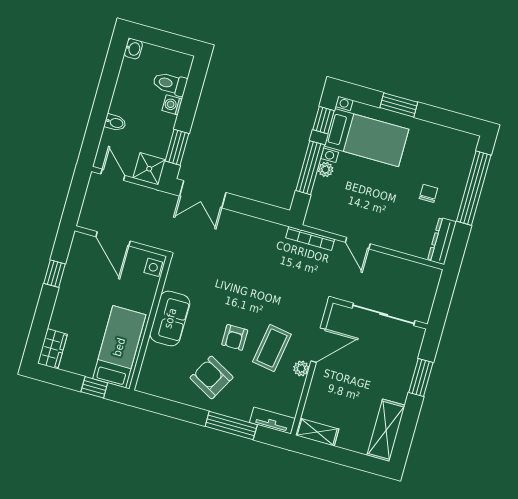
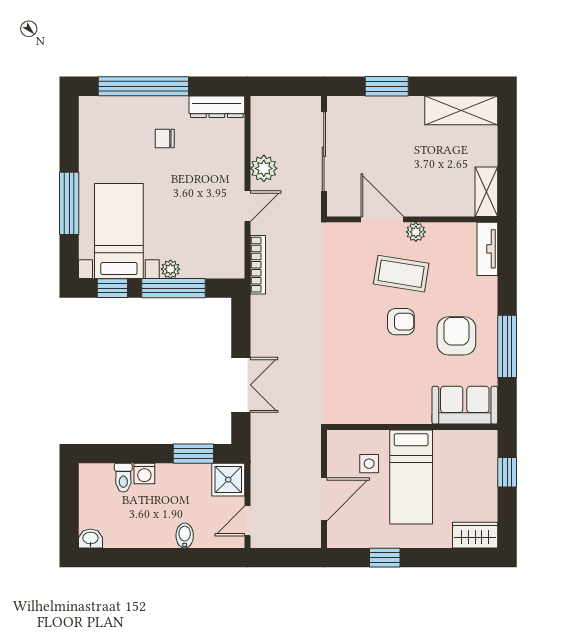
toilet: (170, 84) -> (123, 478), width x0.73, depth x0.72
window: (399, 105) -> (69, 203), width x1.44
double door: (203, 194) -> (241, 385), moved
plant: (384, 264) -> (264, 168), added
side table: (153, 267) -> (369, 464), moved
sofa: (170, 318) -> (465, 405), moved
bed: (119, 347) -> (411, 477), moved, turned -90
armchair: (212, 377) -> (456, 336), turned 151
window: (231, 426) -> (507, 346), moved

